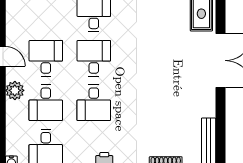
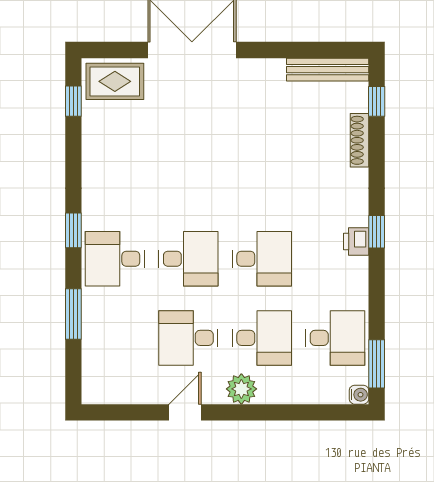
desk: (94, 58) -> (188, 259), turned 180

